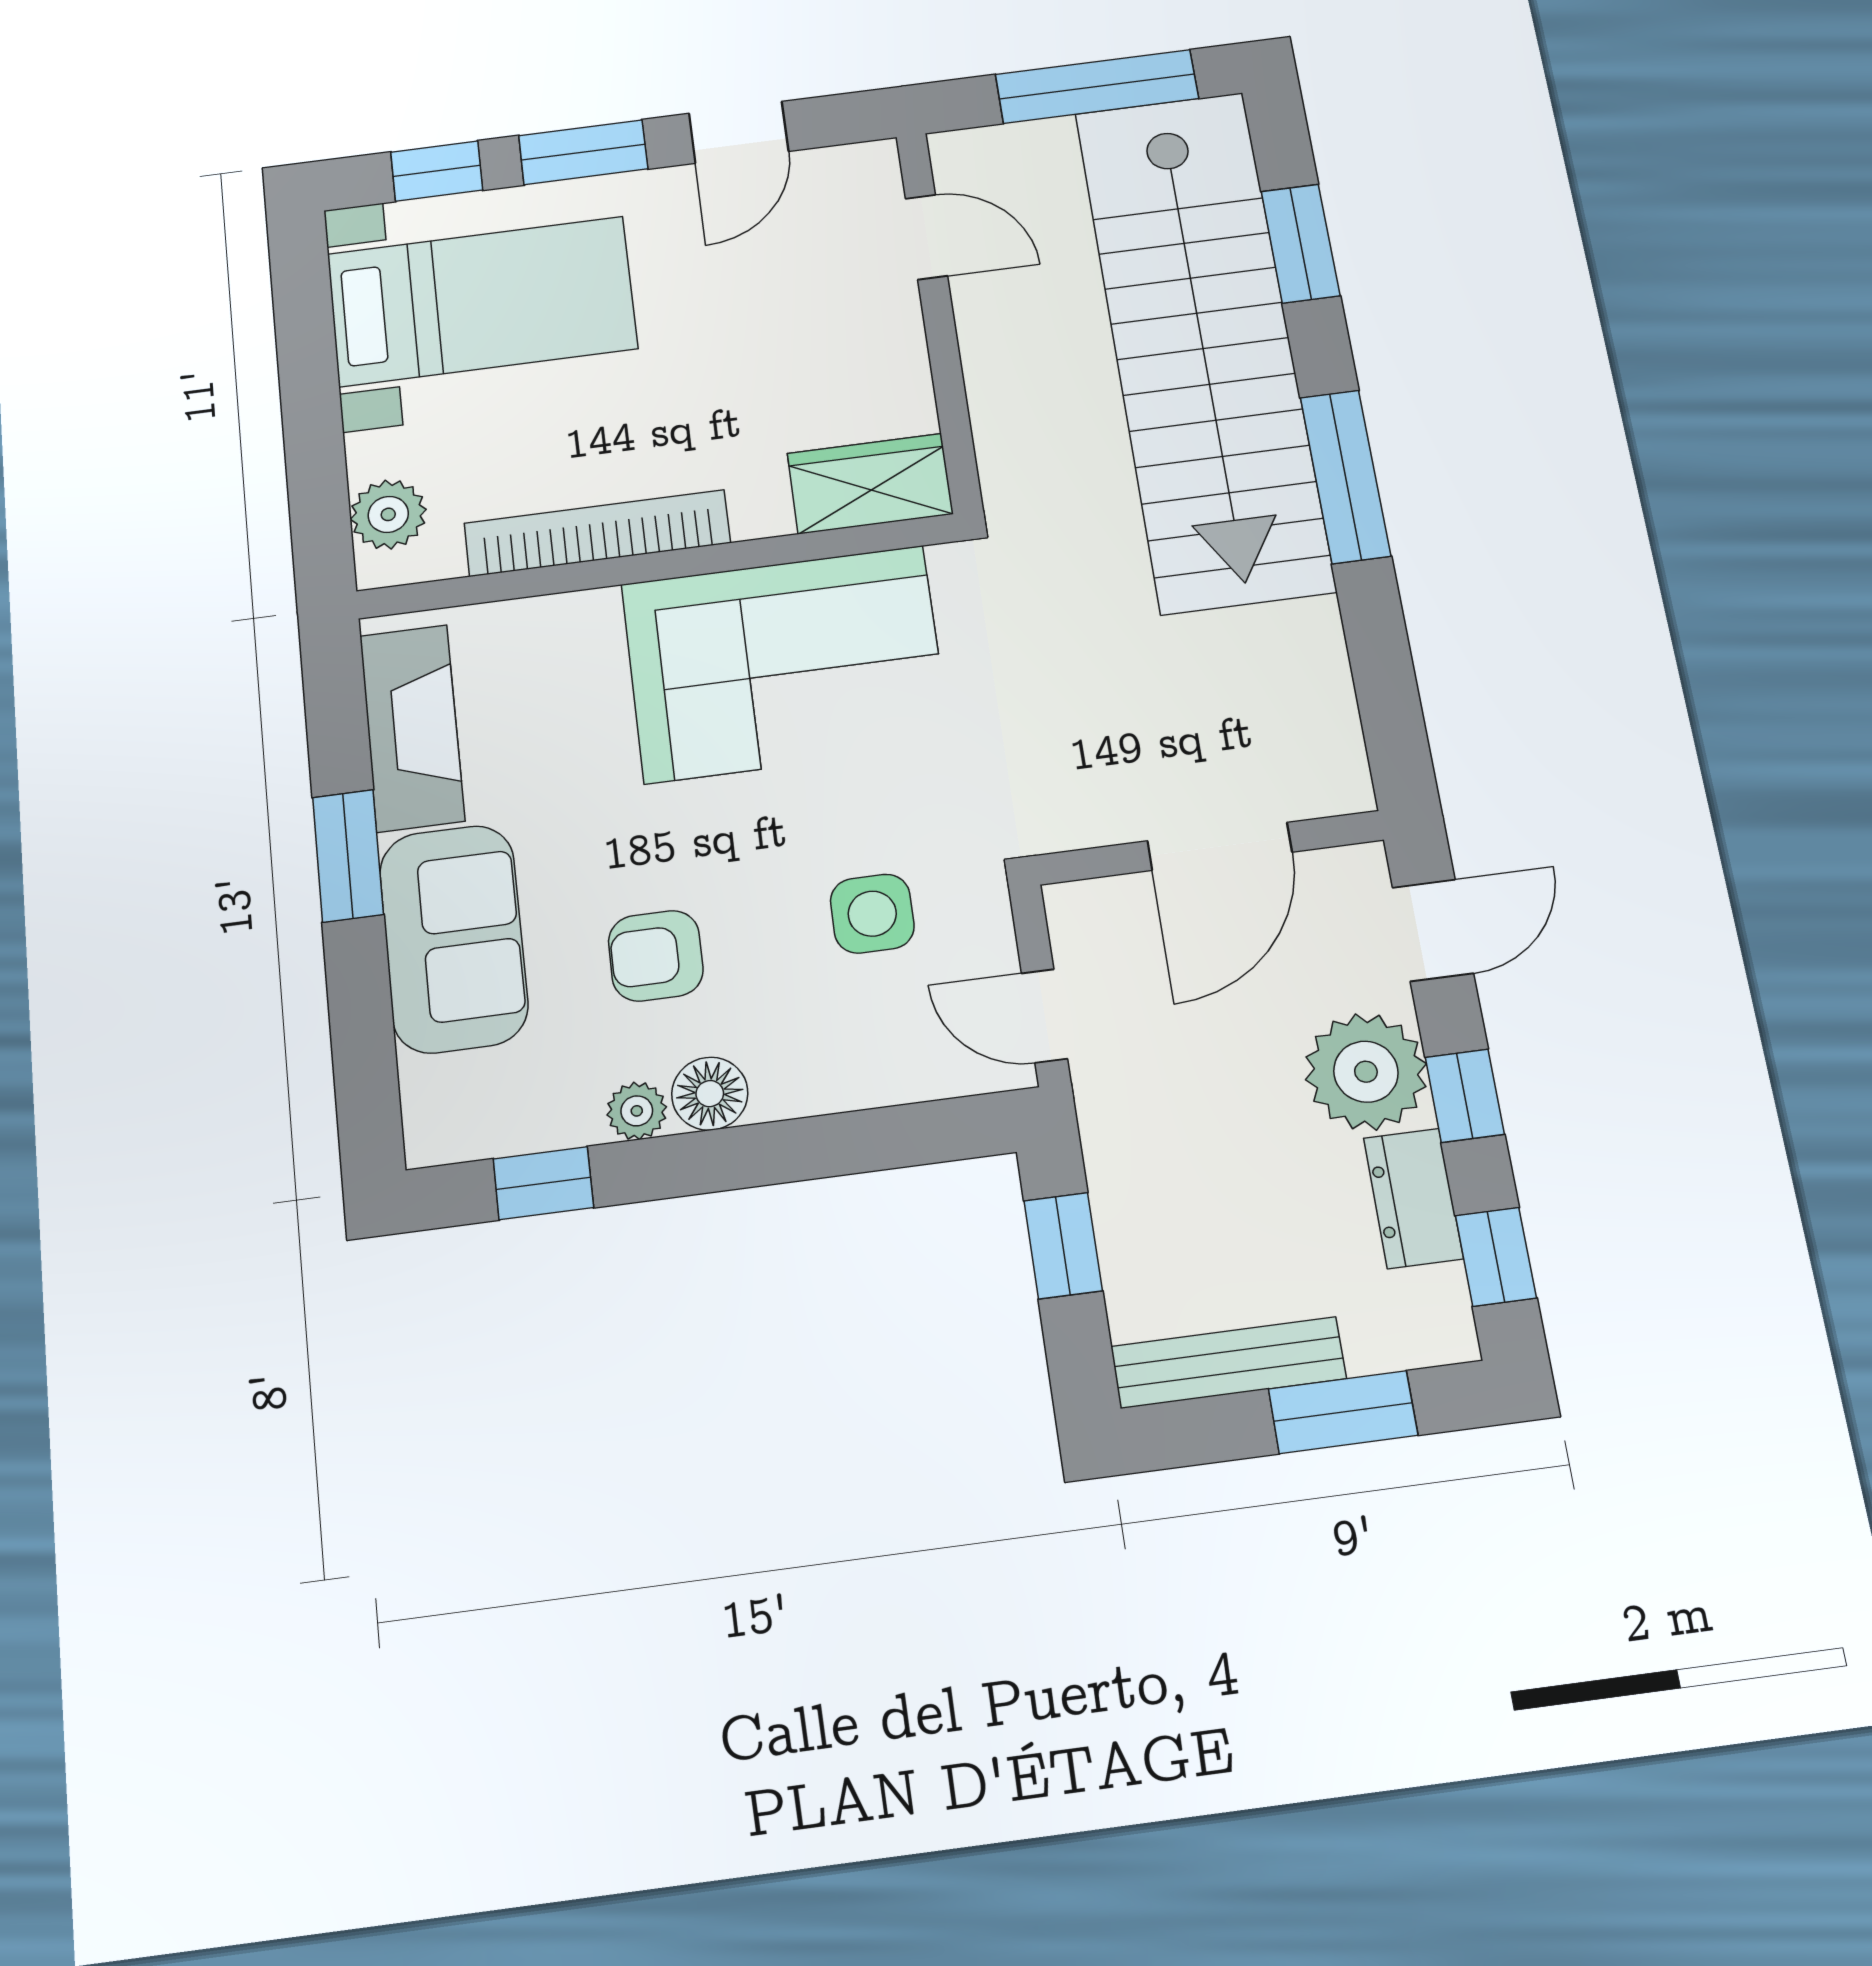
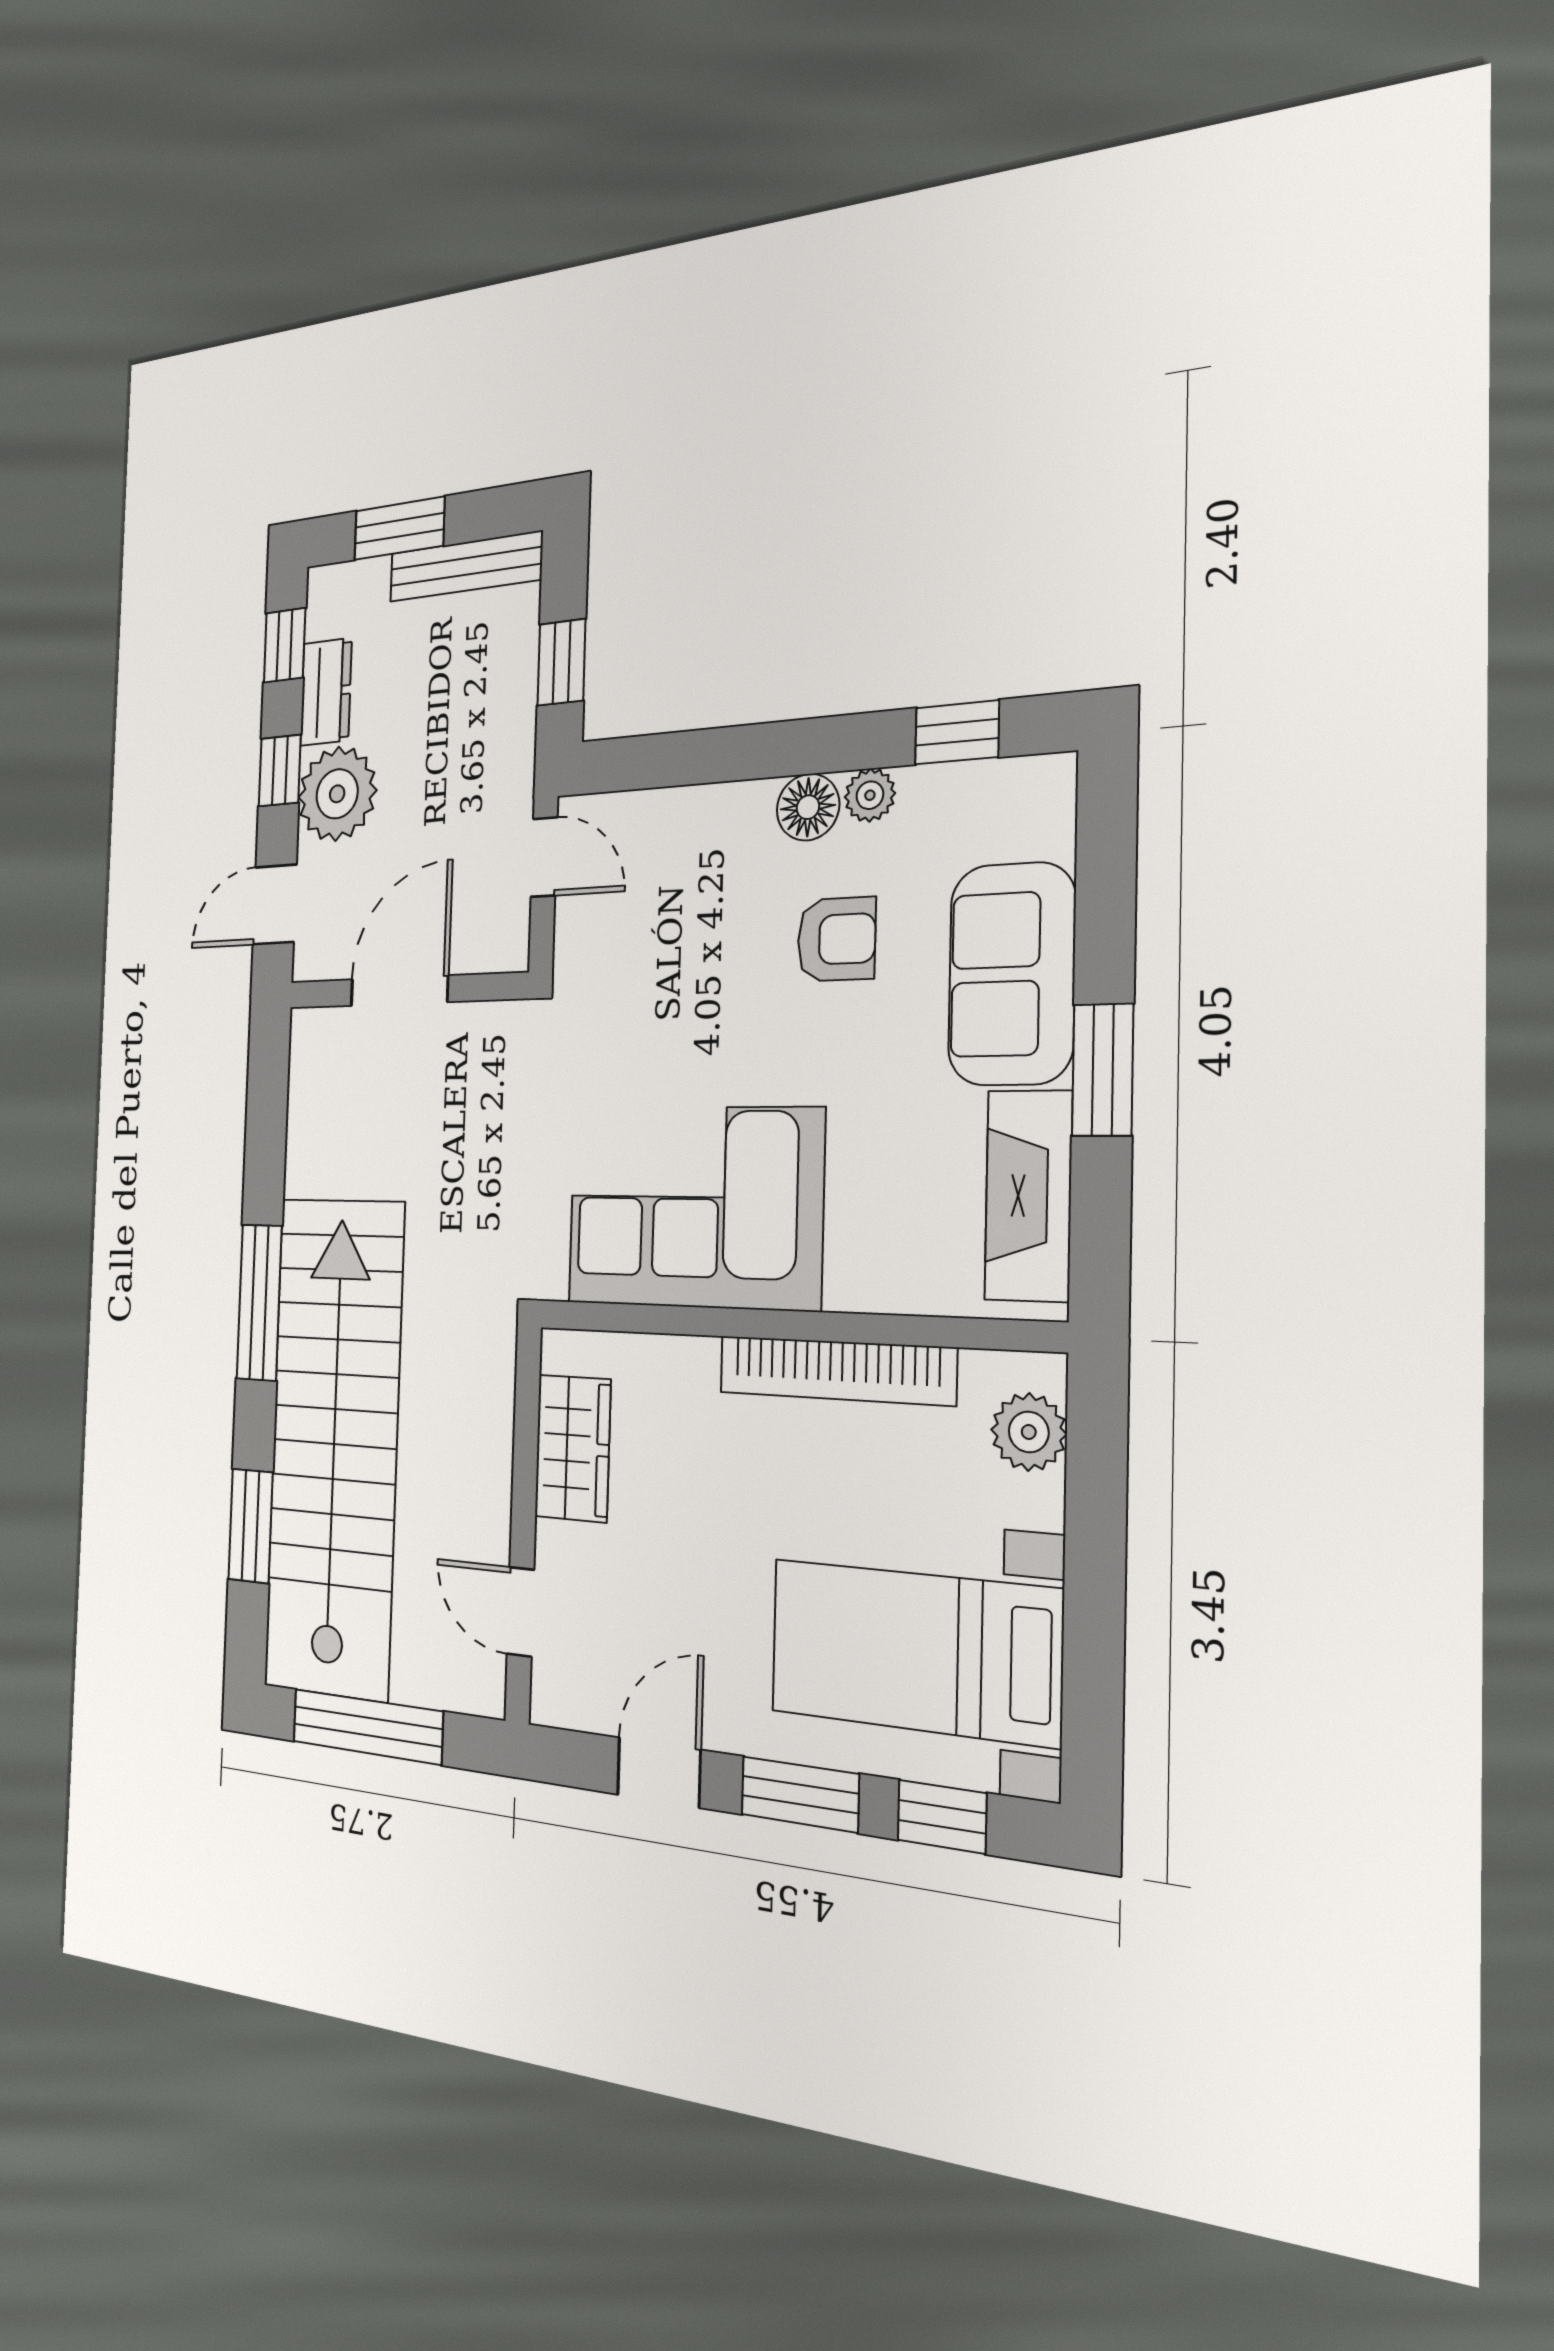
wardrobe: (870, 484) -> (573, 1448), moved, turned -90
side table: (872, 914) -> (658, 960), removed

